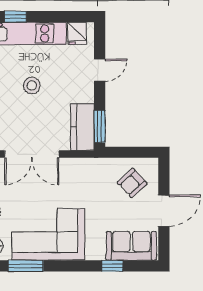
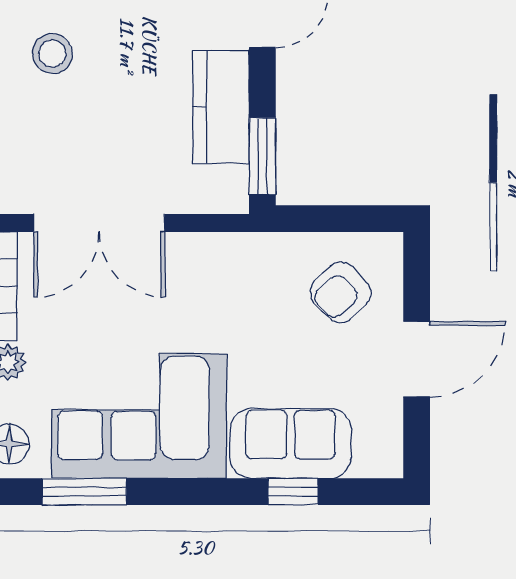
stool: (32, 85) -> (52, 54), moved
kitchen counter: (82, 127) -> (221, 107), moved
sofa: (131, 246) -> (291, 444), moved

